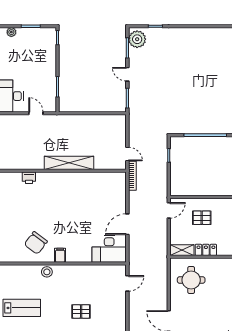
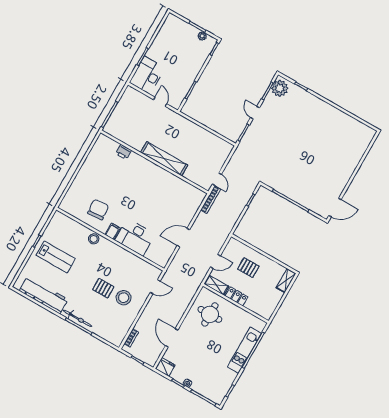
plant: (11, 32) -> (202, 36), moved
door: (169, 210) -> (215, 261), moved
chair: (36, 243) -> (98, 209), turned 138
desk: (109, 249) -> (135, 237), moved
stool: (104, 310) -> (124, 298), added

